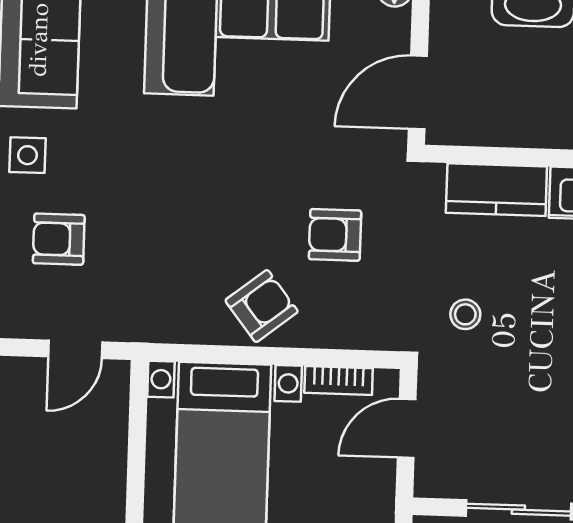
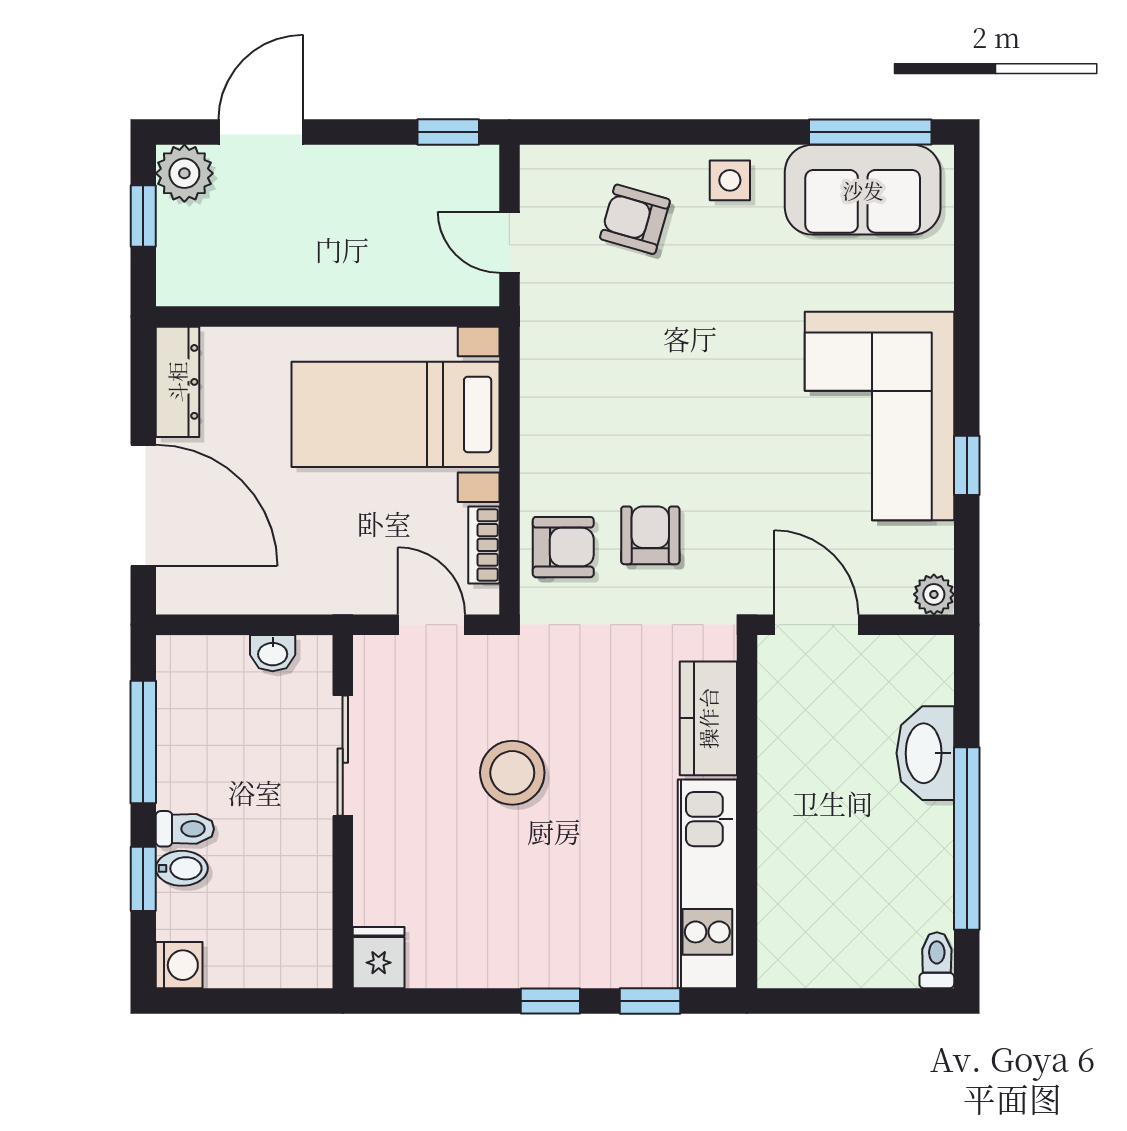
armchair: (59, 239) -> (635, 219), turned -74
armchair: (262, 306) -> (563, 547), moved, turned -52
stool: (465, 314) -> (512, 773), moved, width x1.89, depth x1.89

